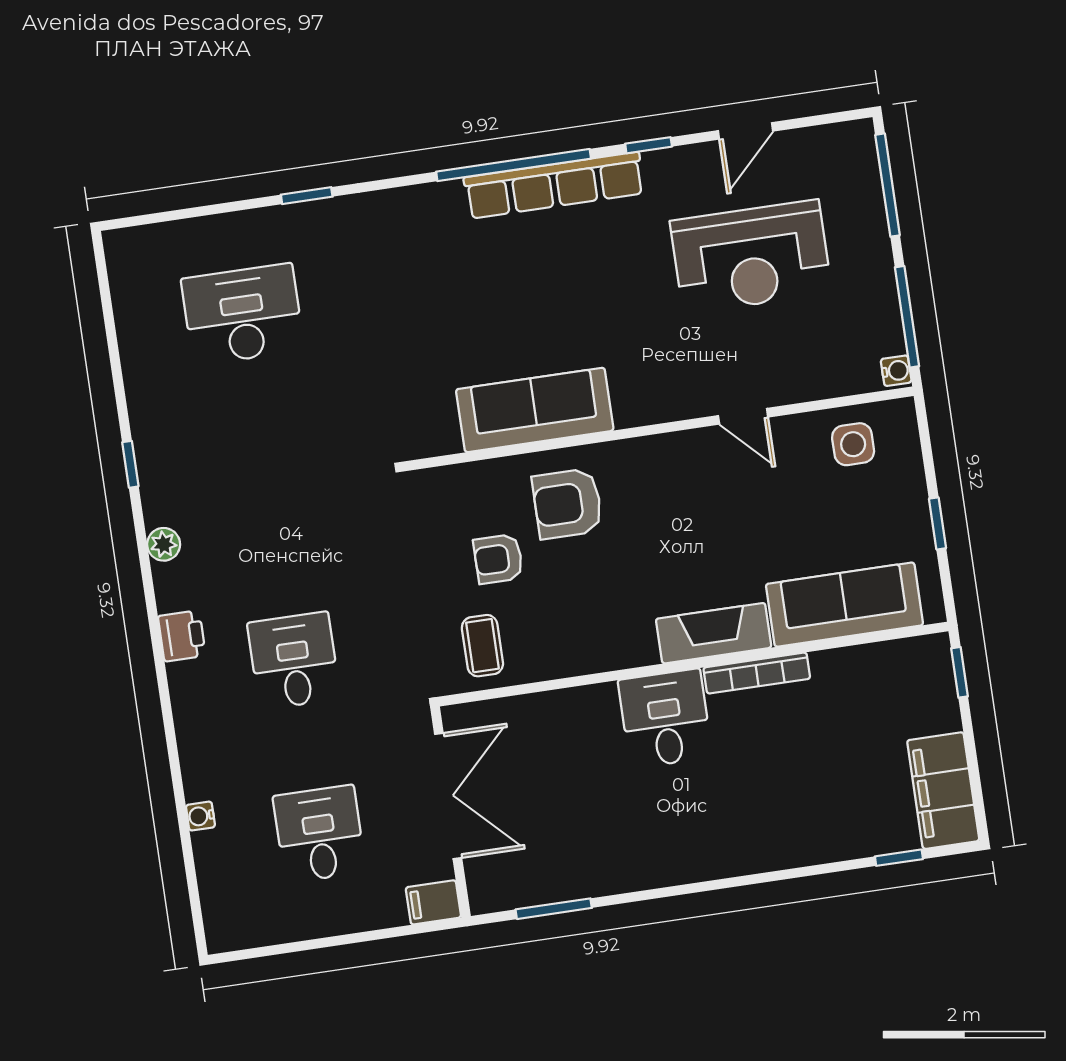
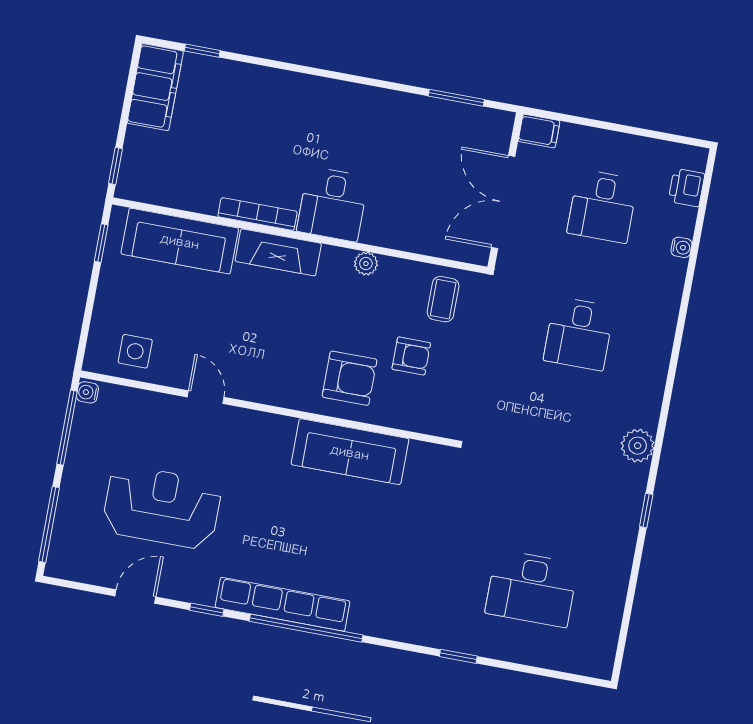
window: (938, 523) -> (101, 243), moved
plant: (164, 544) -> (638, 446), width x1.38, depth x1.38
printer: (182, 636) -> (687, 188), moved
plant: (597, 657) -> (366, 264), added

